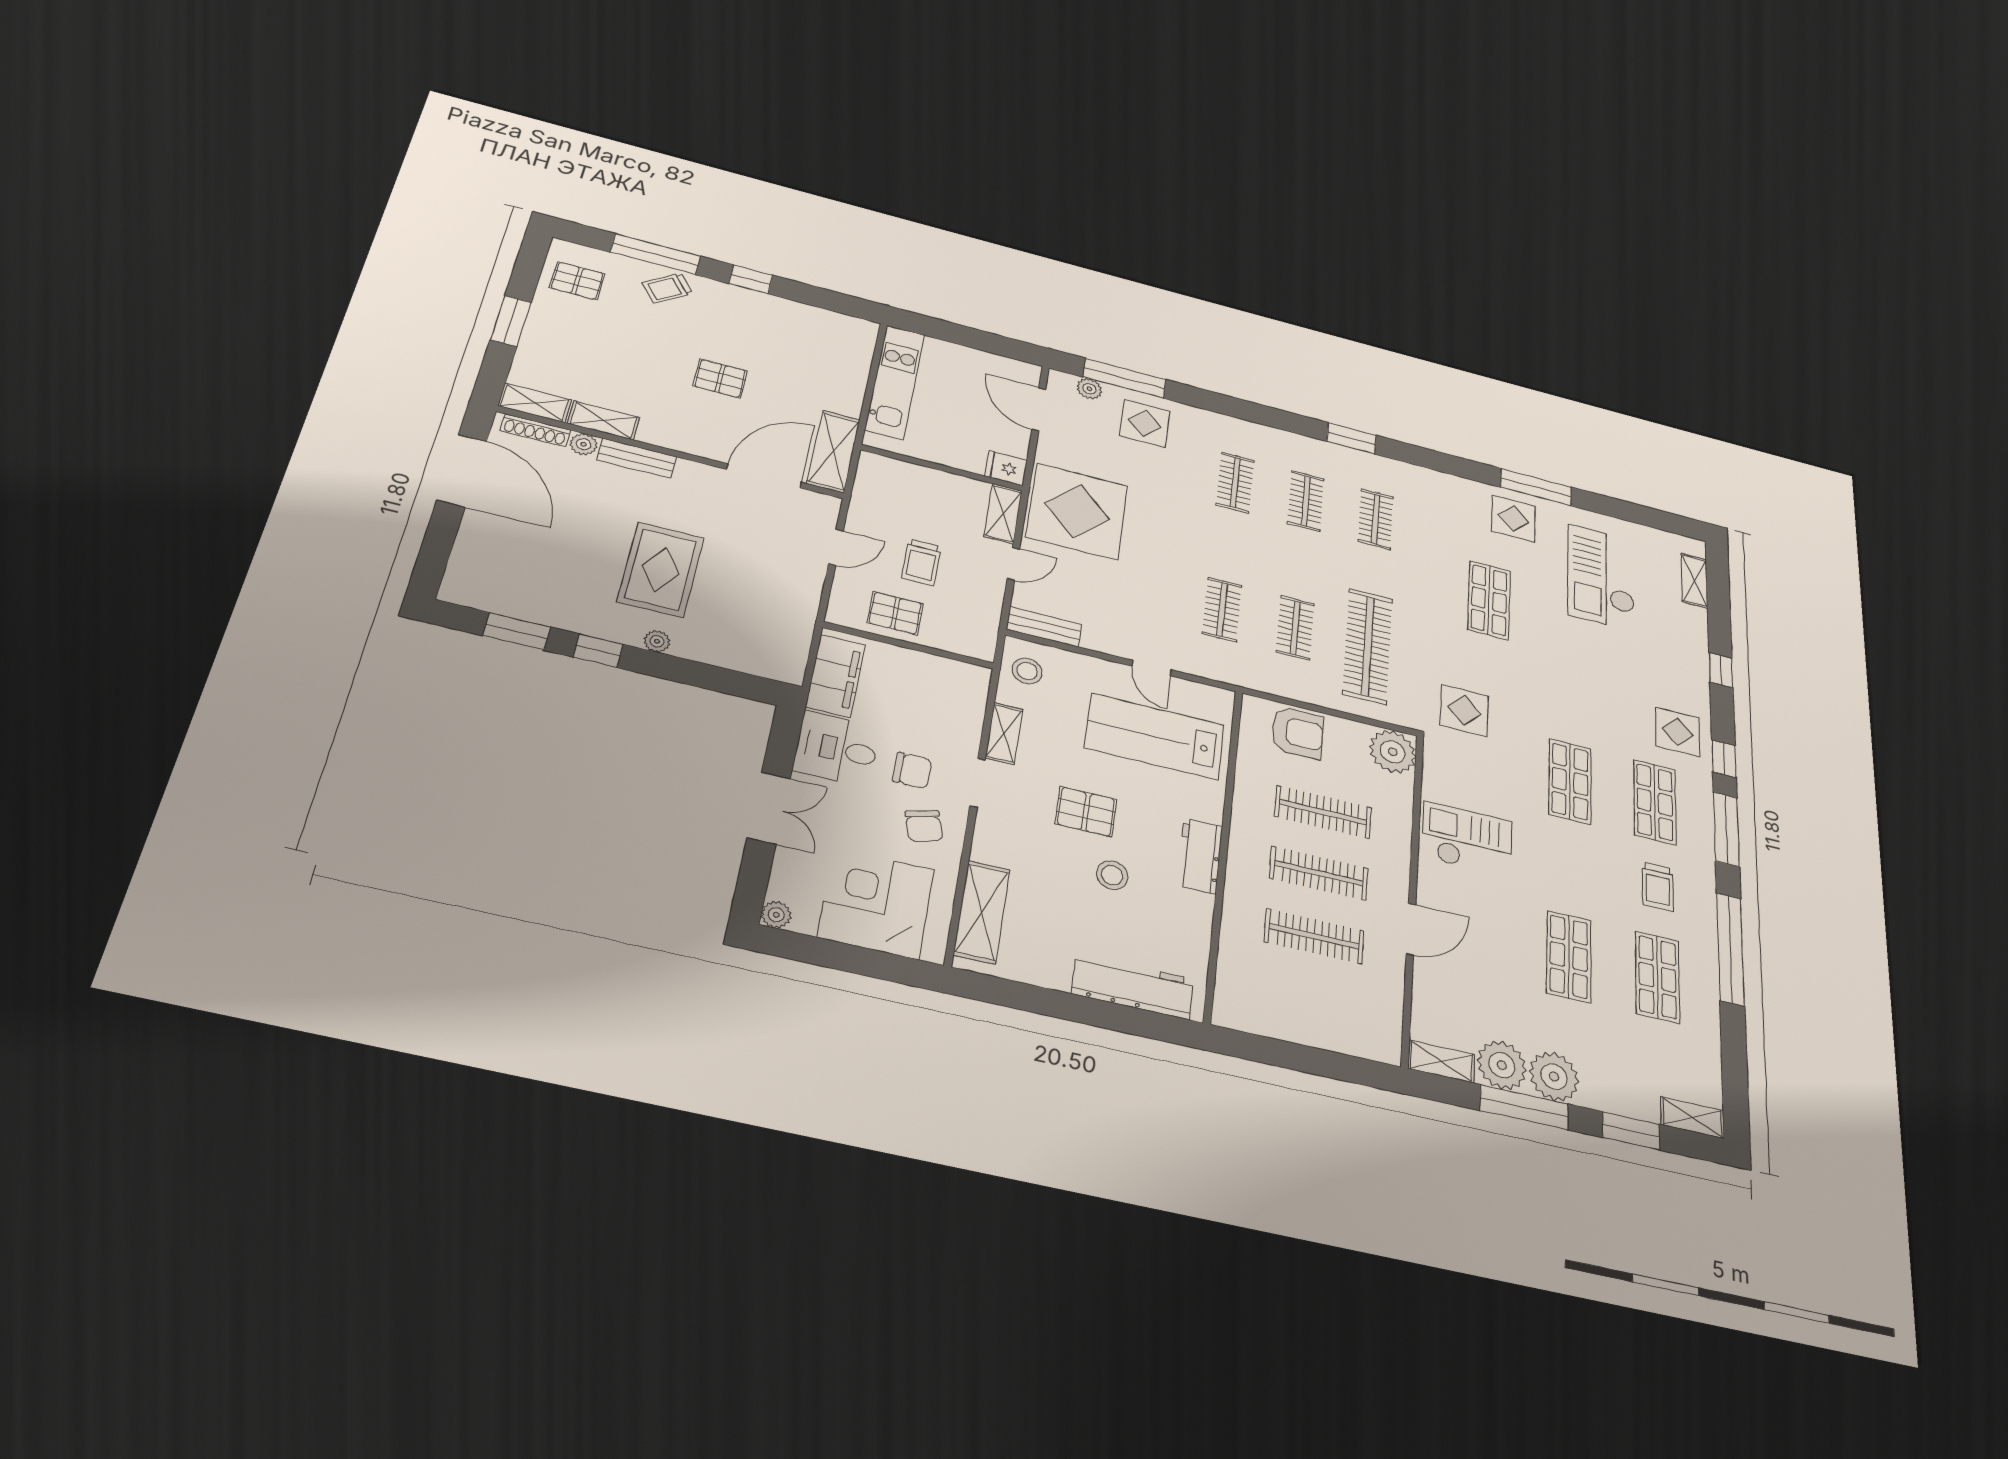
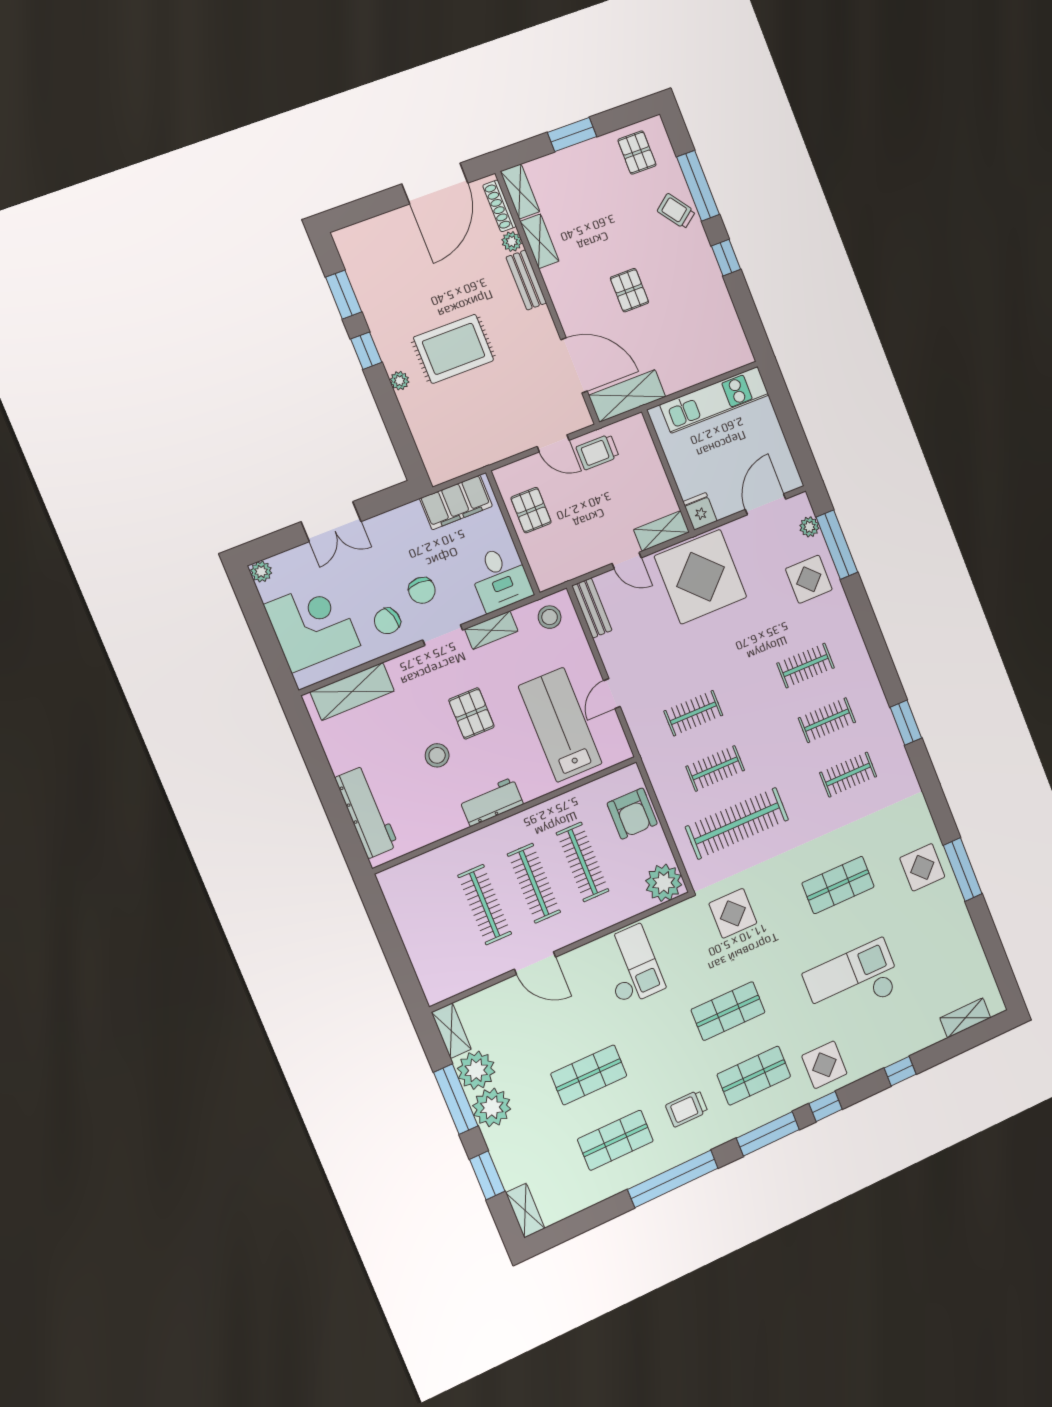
trolley: (921, 562) -> (598, 452), moved
checkout: (1601, 577) -> (853, 981), moved
desk: (837, 749) -> (500, 578), moved, turned 180

